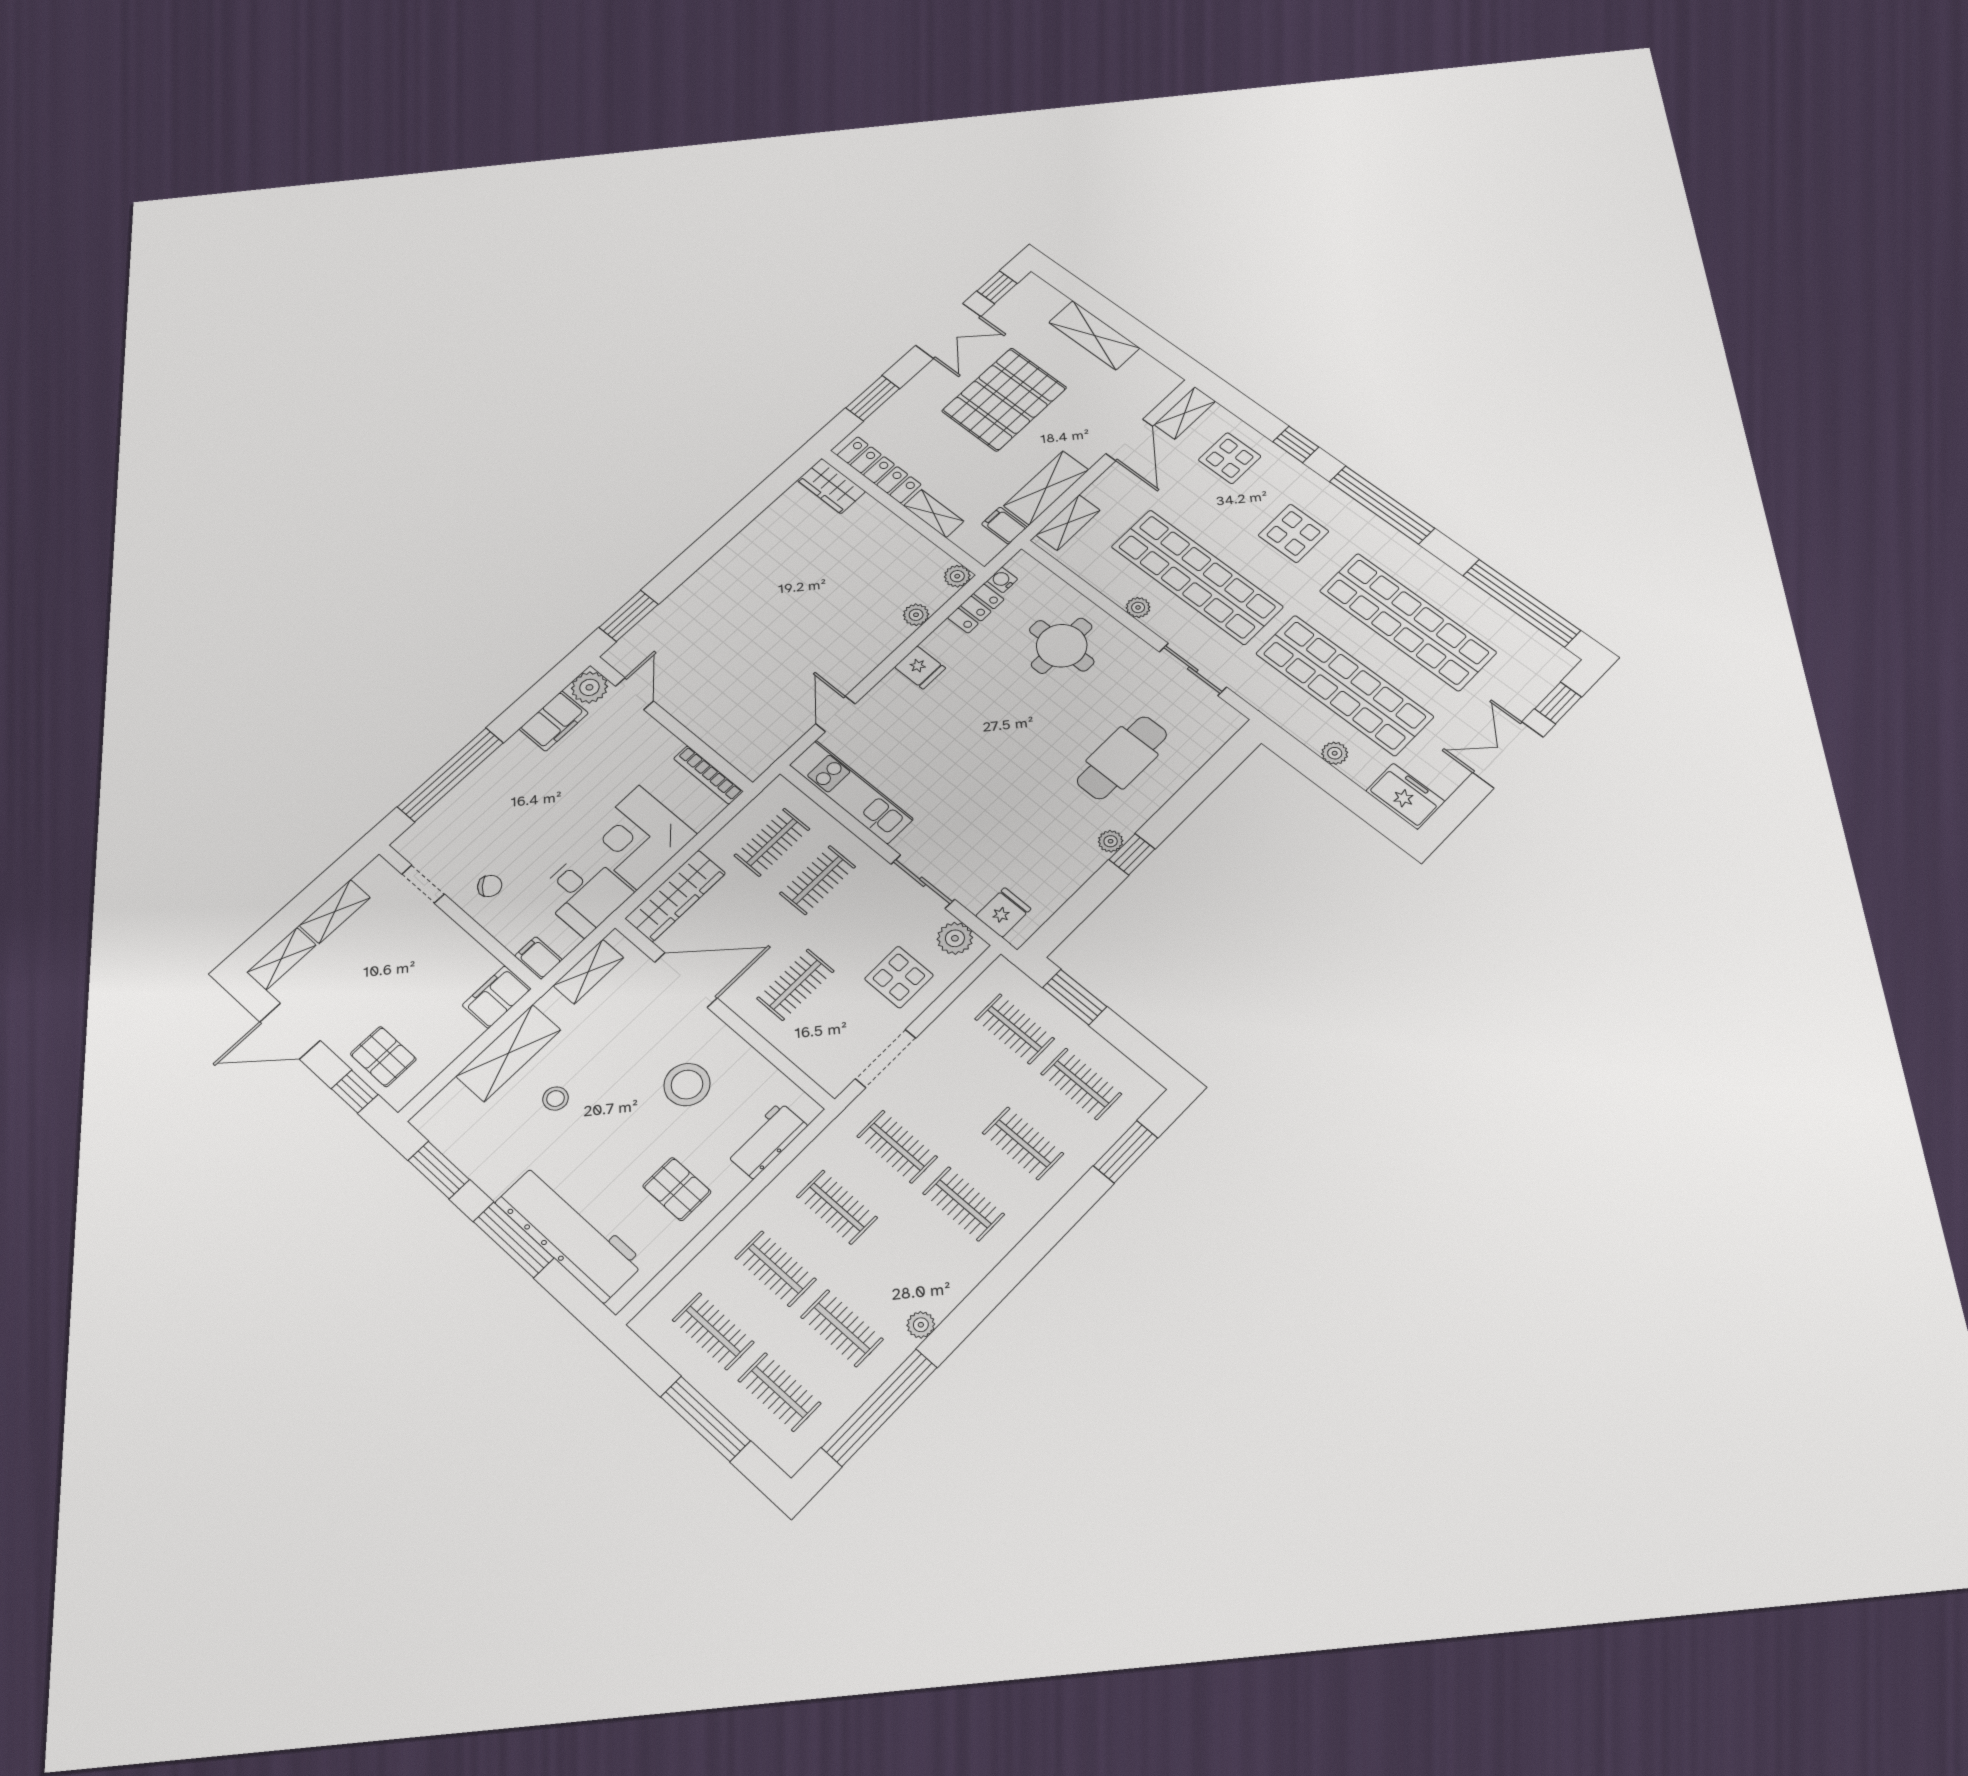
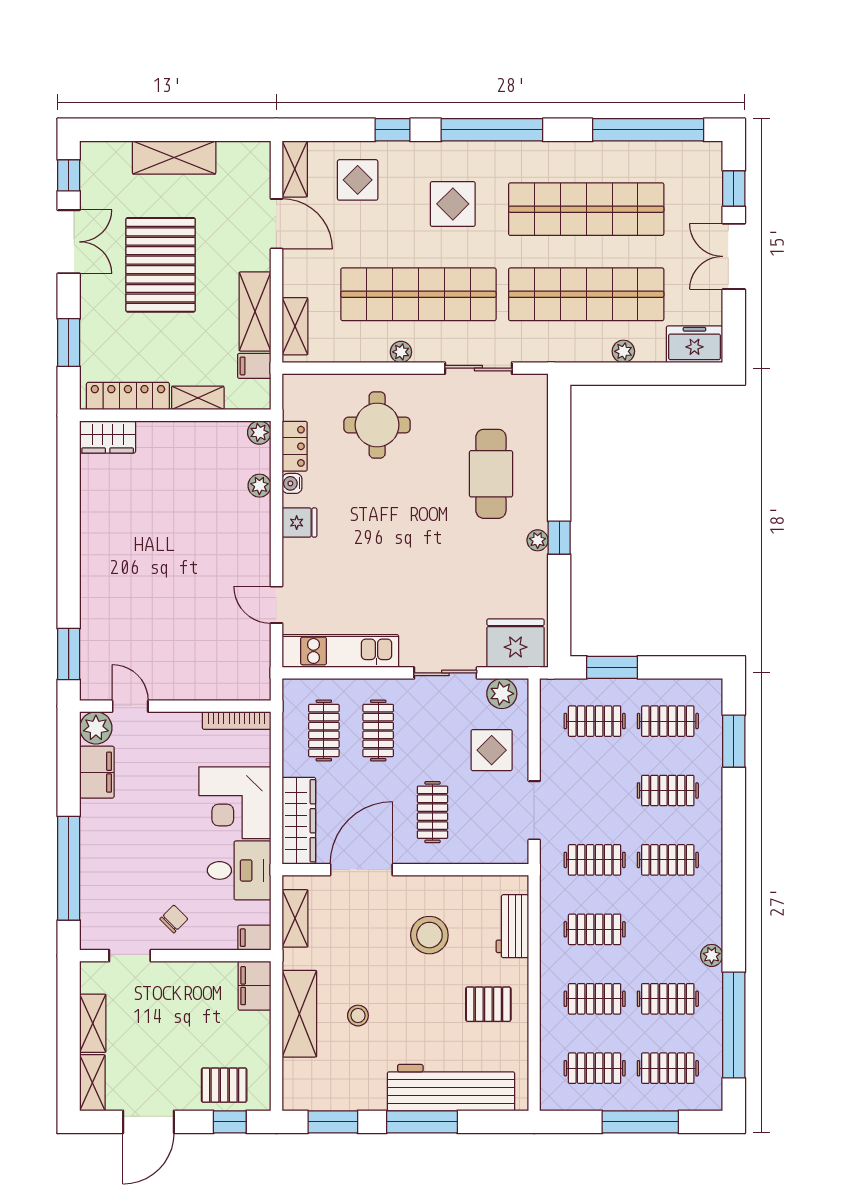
water cooler: (1002, 580) -> (292, 483), moved
fridge: (1003, 912) -> (516, 643), width x1.88, depth x1.34

